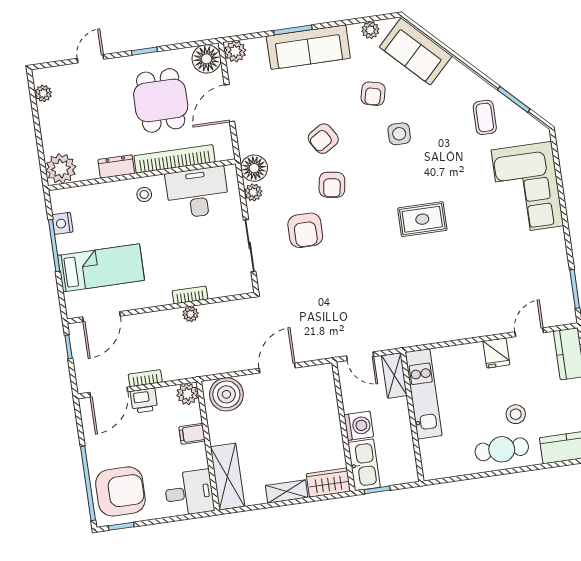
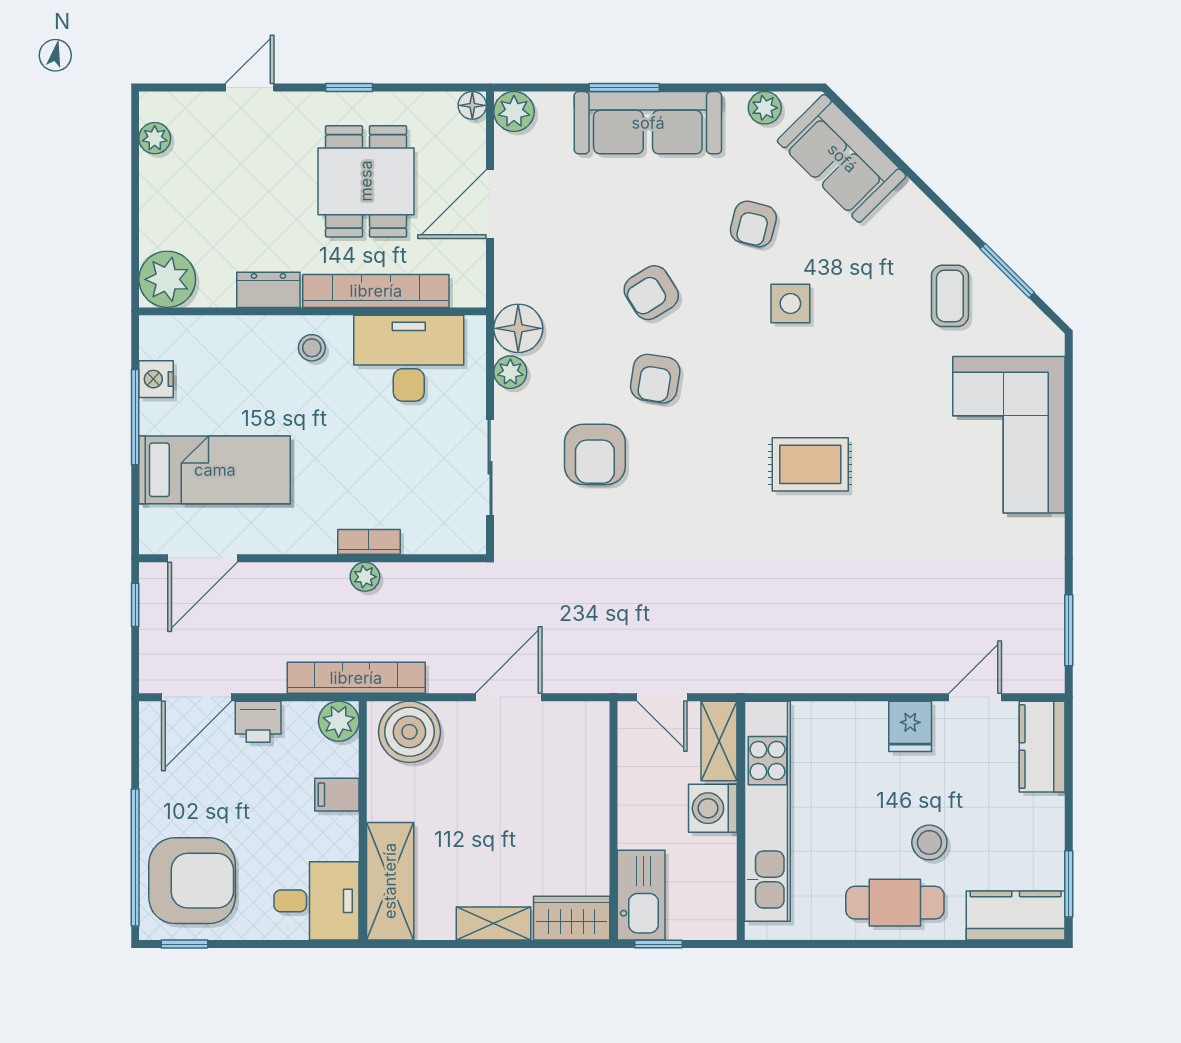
floor lamp: (206, 59) -> (472, 105), width x0.53, depth x0.53
bookcase: (145, 378) -> (356, 678), moved, width x2.31, depth x1.31
kitchen unit: (424, 394) -> (767, 811), width x1.36
washing machine: (359, 426) -> (713, 808), moved, turned 180

